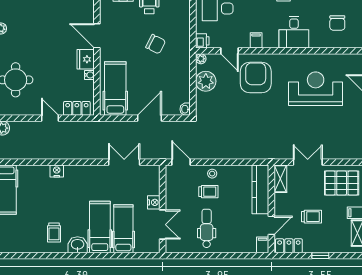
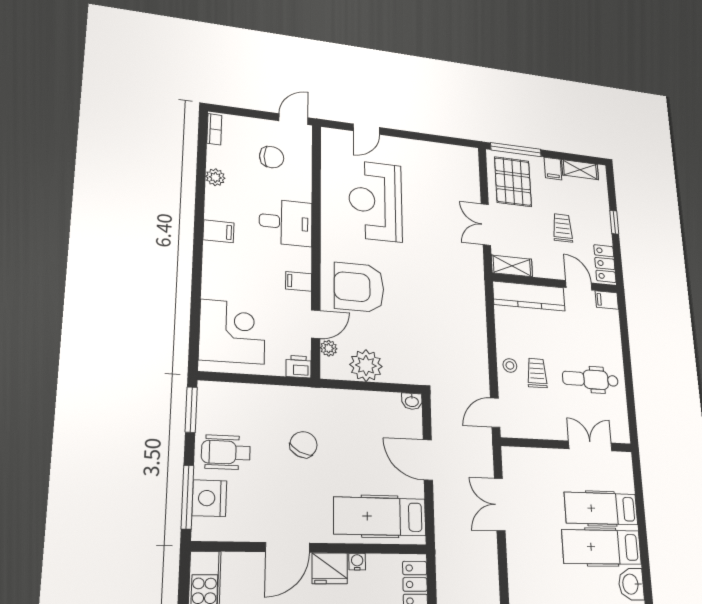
plant: (201, 59) -> (329, 348), moved
nightstand: (154, 202) -> (559, 459), removed

